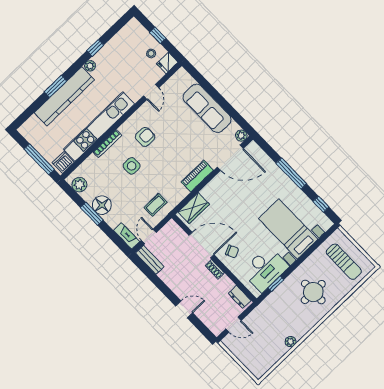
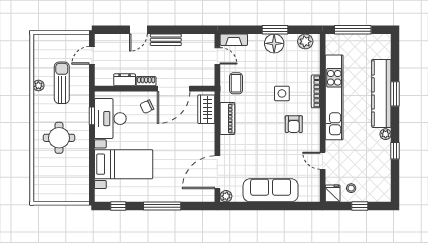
dishwasher: (63, 162) -> (333, 45), removed
piano: (197, 176) -> (227, 118), moved
bench: (150, 260) -> (166, 40), moved
sun lounger: (344, 262) -> (62, 83), moved, turned 90
dresser: (240, 297) -> (125, 80), moved

